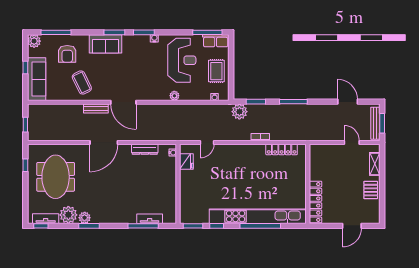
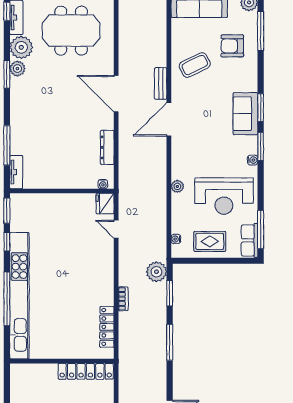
sofa: (106, 44) -> (245, 114), moved
fridge: (186, 162) -> (105, 204), moved, turned 90
locker: (315, 202) -> (86, 371), moved
tv unit: (150, 219) -> (16, 172), moved

